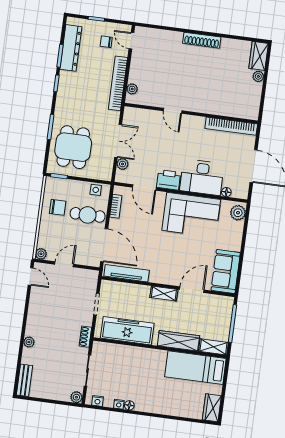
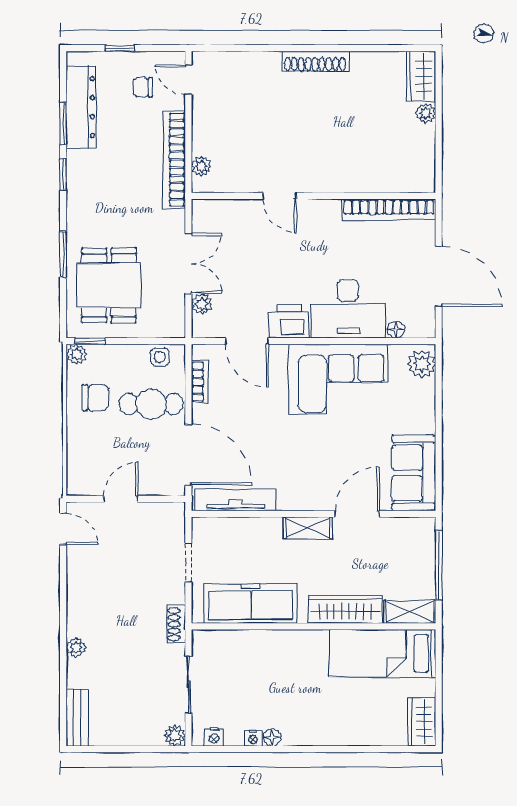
plant: (41, 254) -> (76, 354), moved

